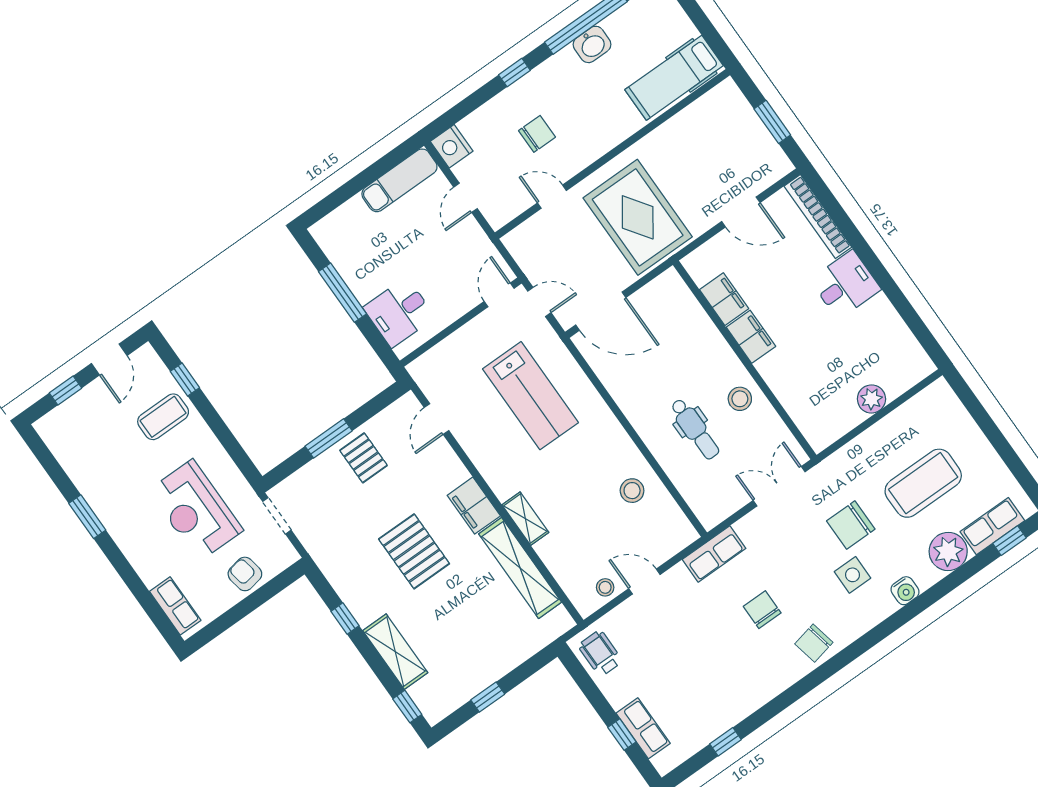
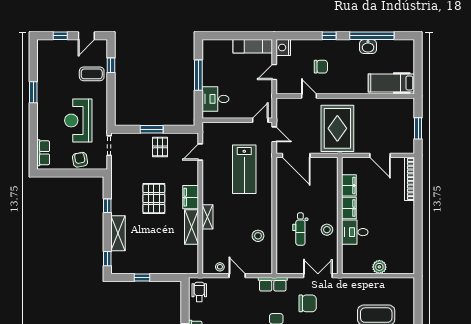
desk: (845, 285) -> (355, 232), moved, turned 180
chair: (851, 525) -> (308, 303), moved, turned 180
shelving: (520, 568) -> (191, 227), width x0.68

